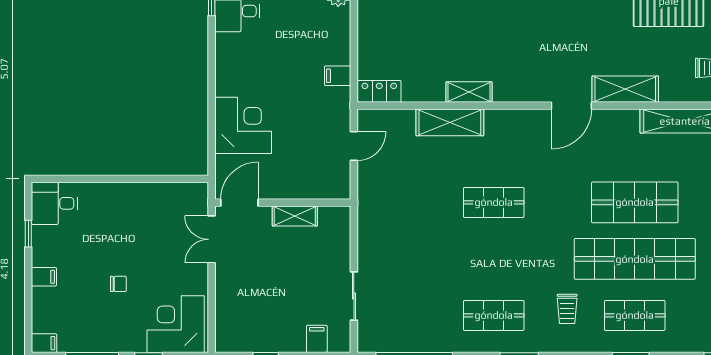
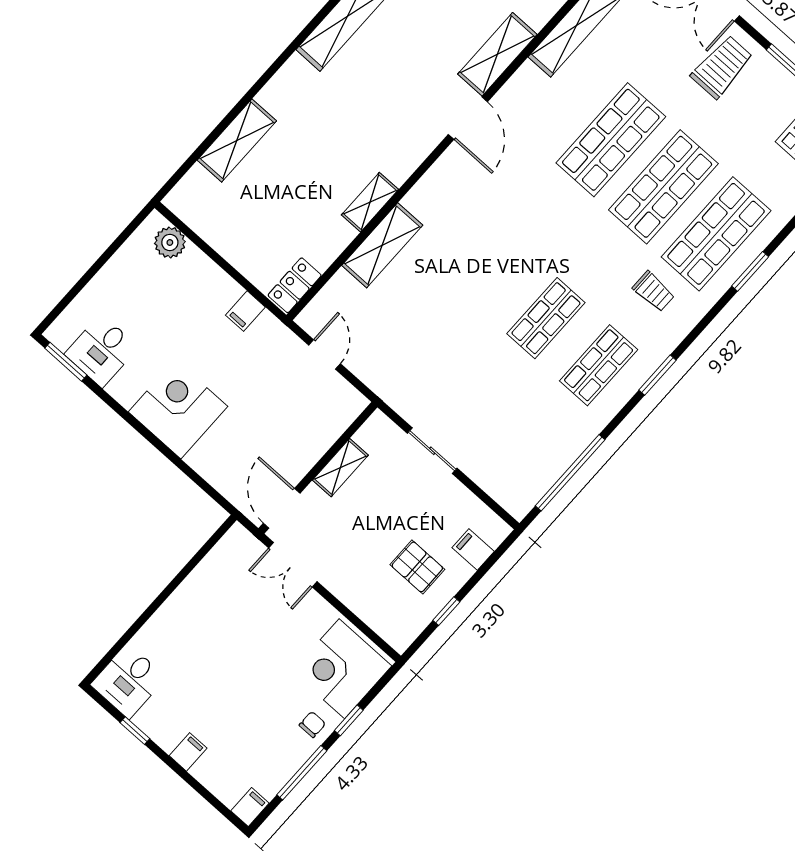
corner desk: (243, 125) -> (178, 409), moved
shop shelf: (494, 202) -> (546, 318), moved
shop shelf: (635, 259) -> (663, 187), width x0.71
chair: (118, 284) -> (312, 724), moved
sliding door: (354, 296) -> (432, 451), moved
pallet: (277, 315) -> (417, 567), added
shop shelf: (635, 315) -> (716, 234), width x1.43, depth x1.36

